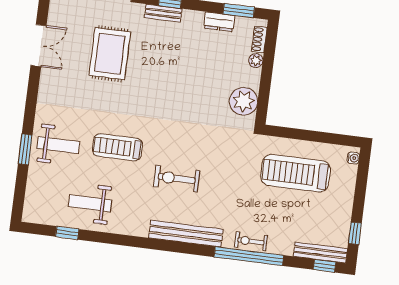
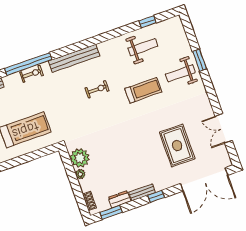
bench: (163, 13) -> (142, 192), moved
plant: (256, 61) -> (80, 174), moved
exercise bike: (177, 179) -> (97, 89), width x0.73, depth x0.72

